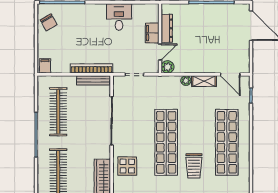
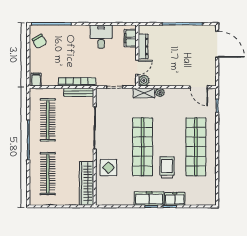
filing cabinet: (152, 33) -> (130, 38), moved
shelving: (204, 81) -> (144, 93), moved
trolley: (194, 166) -> (167, 167), turned 180

